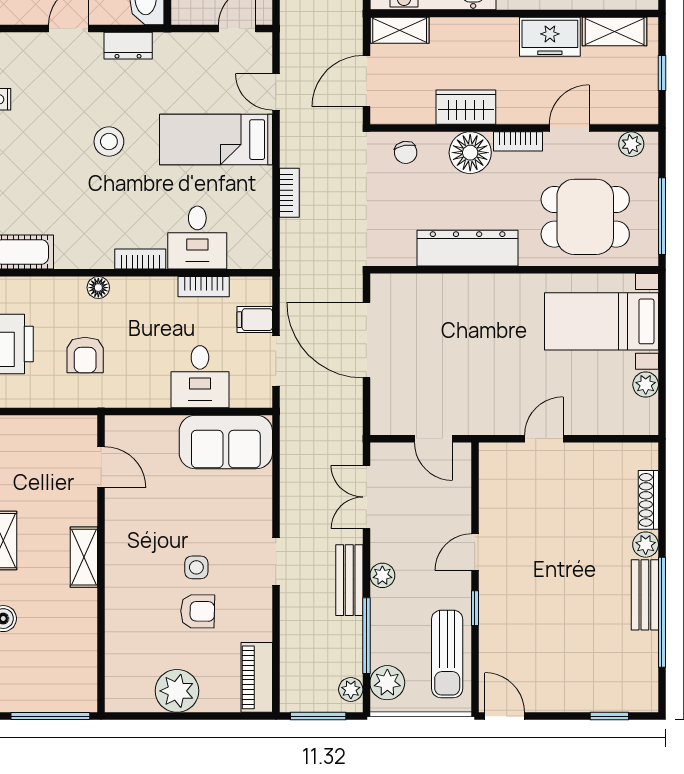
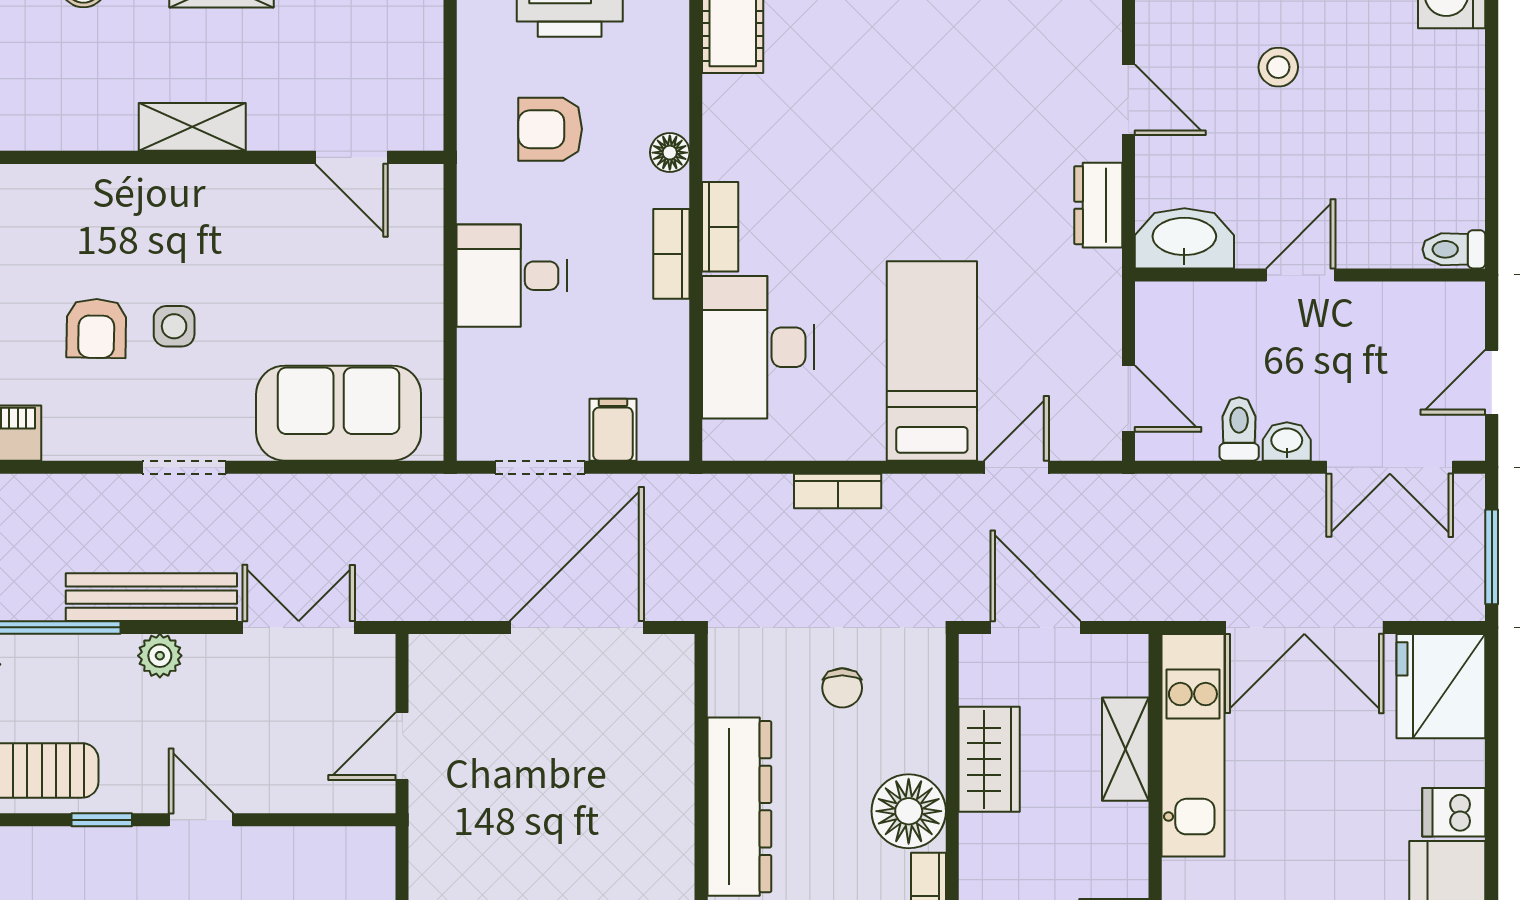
shelving: (400, 30) -> (1125, 749), moved
wardrobe: (466, 107) -> (989, 759), moved
stool: (109, 142) -> (928, 171), removed
chair: (406, 152) -> (842, 688), moved, turned -80
desk: (197, 238) -> (758, 347), width x1.37
bookcase: (204, 287) -> (671, 254), moved
desk: (200, 377) -> (512, 276), moved
sofa: (226, 442) -> (339, 413), moved, turned 90
door: (101, 467) -> (352, 157), hinge flipped
bench: (349, 580) -> (151, 597), width x1.36

